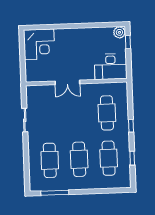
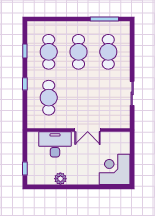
plant: (119, 32) -> (60, 179), moved
desk: (111, 67) -> (55, 144), moved
double door: (67, 82) -> (88, 130), swing flipped

